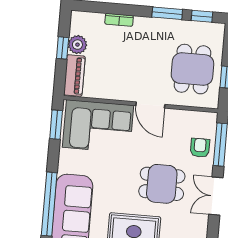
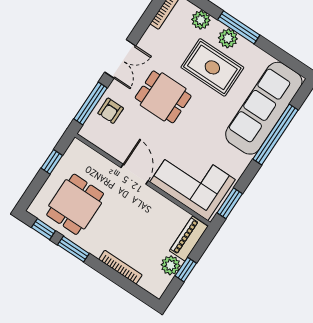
bookcase: (119, 20) -> (120, 267), width x1.56
dining table: (192, 69) -> (75, 204), moved

